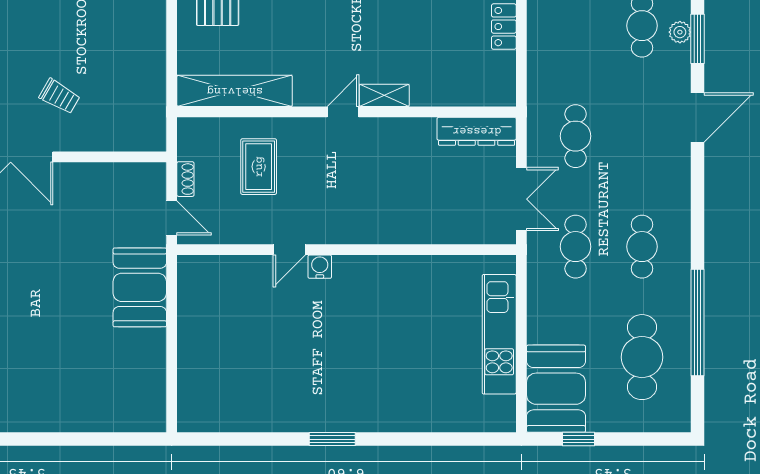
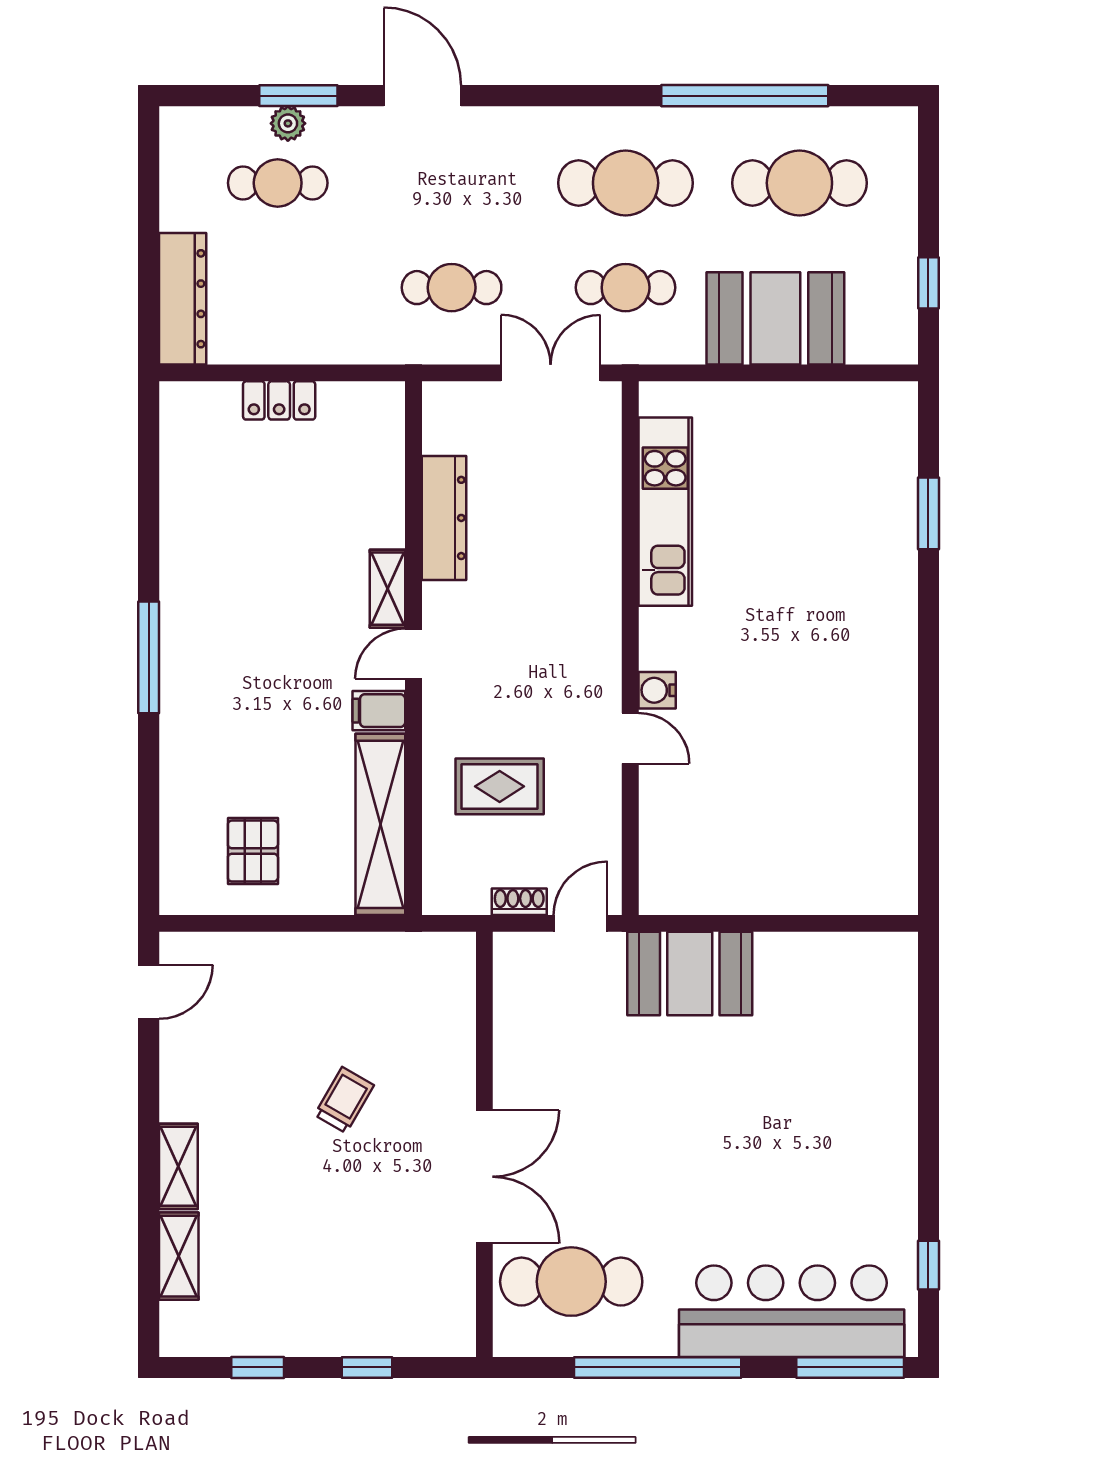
filing cabinet: (307, 90) -> (379, 711), added
trolley: (60, 96) -> (344, 1100), moved
door: (343, 112) -> (413, 654), hinge flipped
dresser: (477, 131) -> (444, 518), moved
cafe table: (642, 247) -> (626, 183), width x1.37, depth x1.35
kitchen unit: (499, 334) -> (665, 512), moved, turned -90
booth: (556, 389) -> (775, 318), moved
window: (332, 439) -> (928, 513), moved

